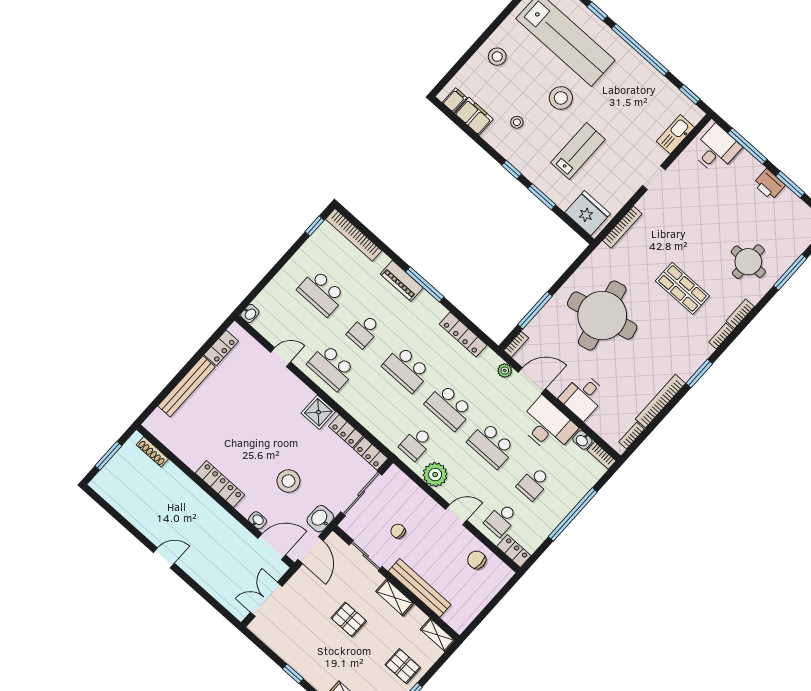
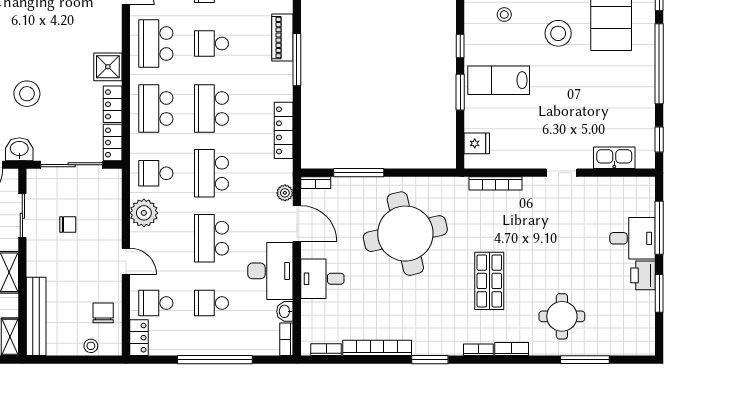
desk: (716, 149) -> (633, 238), moved
lab bench: (578, 151) -> (499, 80), moved, turned 180
fridge: (588, 213) -> (477, 143), width x0.53, depth x0.75
school desk: (374, 405) -> (156, 108), added
chair: (398, 531) -> (68, 224), turned 90
stool: (491, 587) -> (91, 346), added
bench: (420, 588) -> (36, 316), moved

